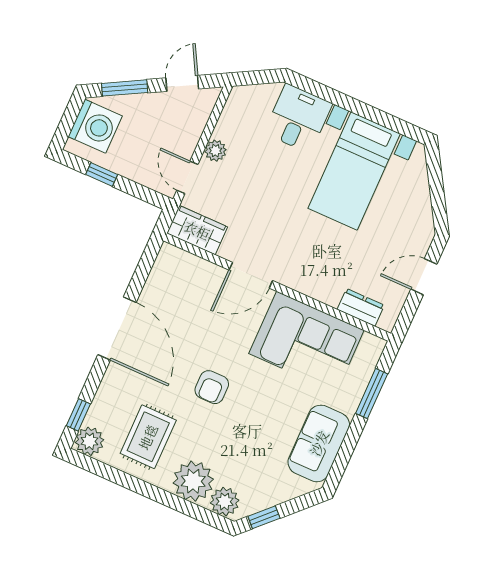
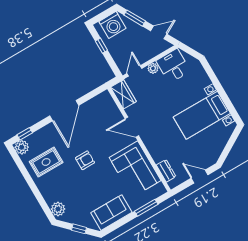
desk: (298, 118) -> (173, 66), moved, turned -90
armchair: (212, 387) -> (85, 160), turned 180
plant: (193, 481) -> (51, 192), removed
window: (264, 517) -> (79, 229), moved

